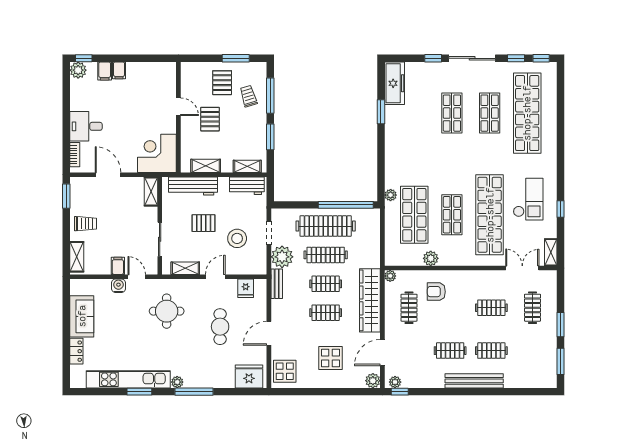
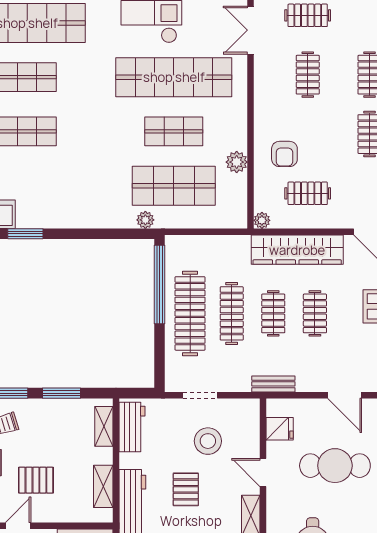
plant: (282, 257) -> (234, 376), removed
cafe table: (220, 327) -> (335, 466), width x1.37, depth x1.35

